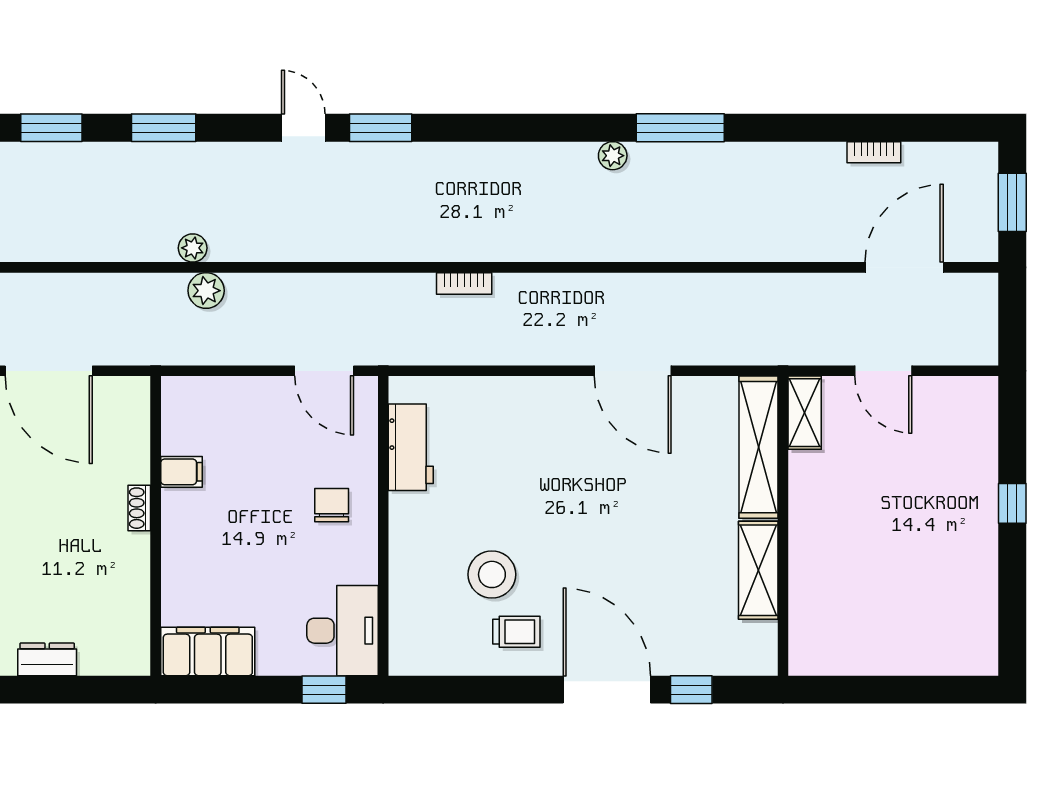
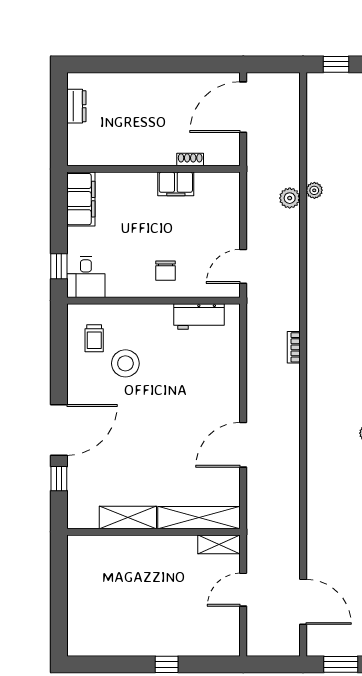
filing cabinet: (181, 472) -> (176, 184), width x2.00
chair: (332, 505) -> (166, 271), turned 90
shoe rack: (139, 508) -> (190, 160), moved
desk: (343, 631) -> (86, 277), width x0.73
trolley: (516, 632) -> (94, 338), moved

